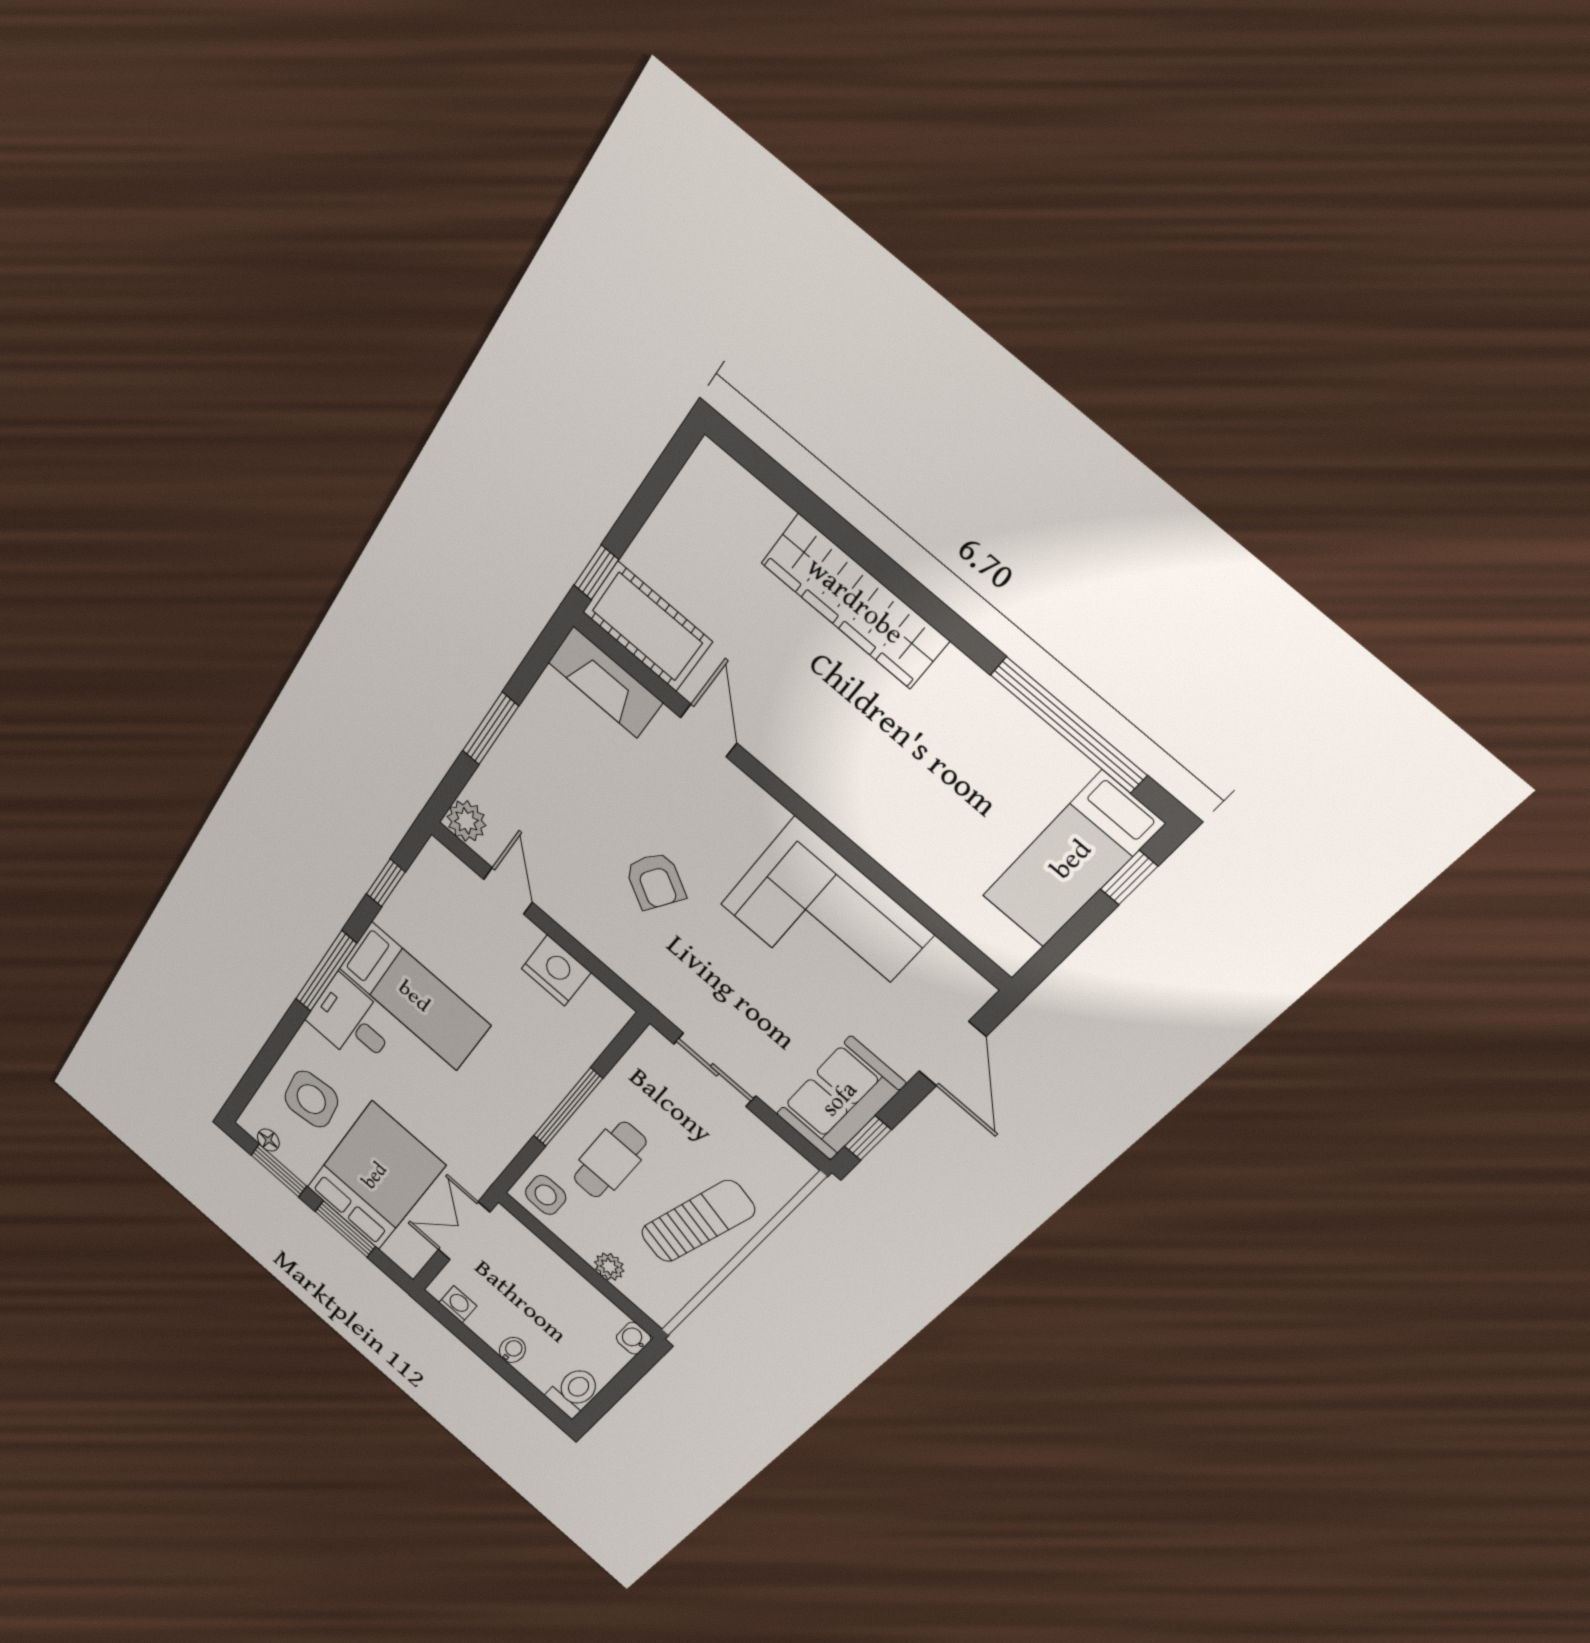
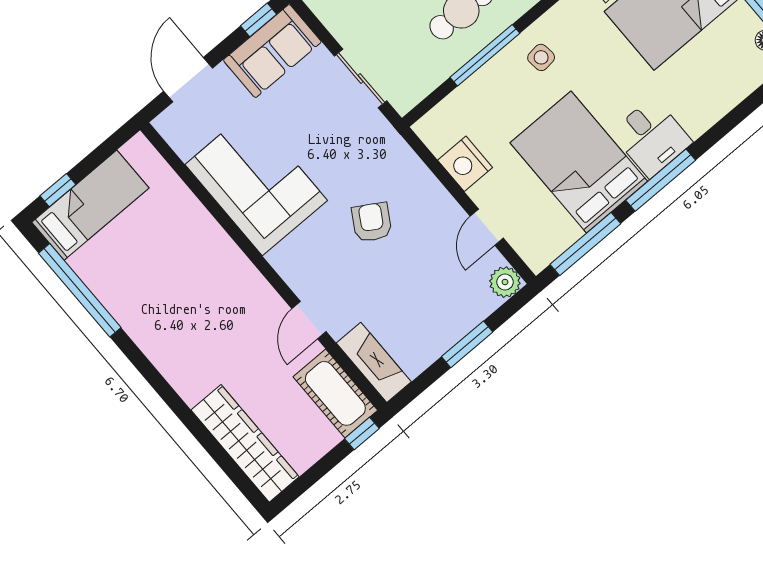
wardrobe: (855, 602) -> (245, 443), moved
window: (386, 883) -> (585, 244), width x2.17
bed: (414, 997) -> (579, 162), width x1.50
side table: (311, 1099) -> (541, 57), moved, width x0.54, depth x0.54

